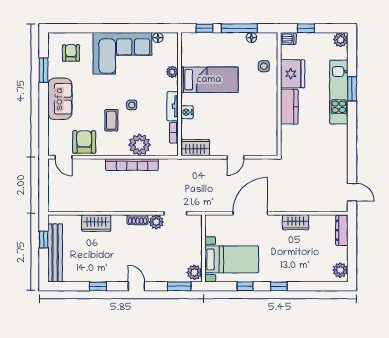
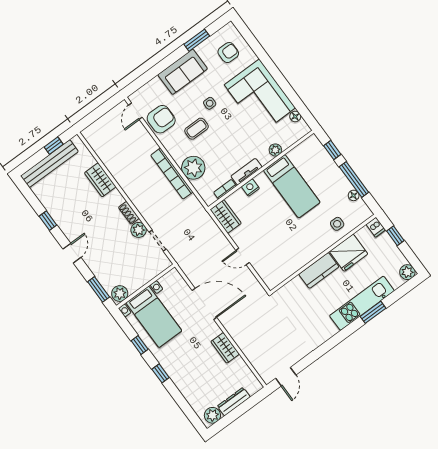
side table: (132, 105) -> (210, 103), moved
dresser: (342, 230) -> (234, 402), moved

